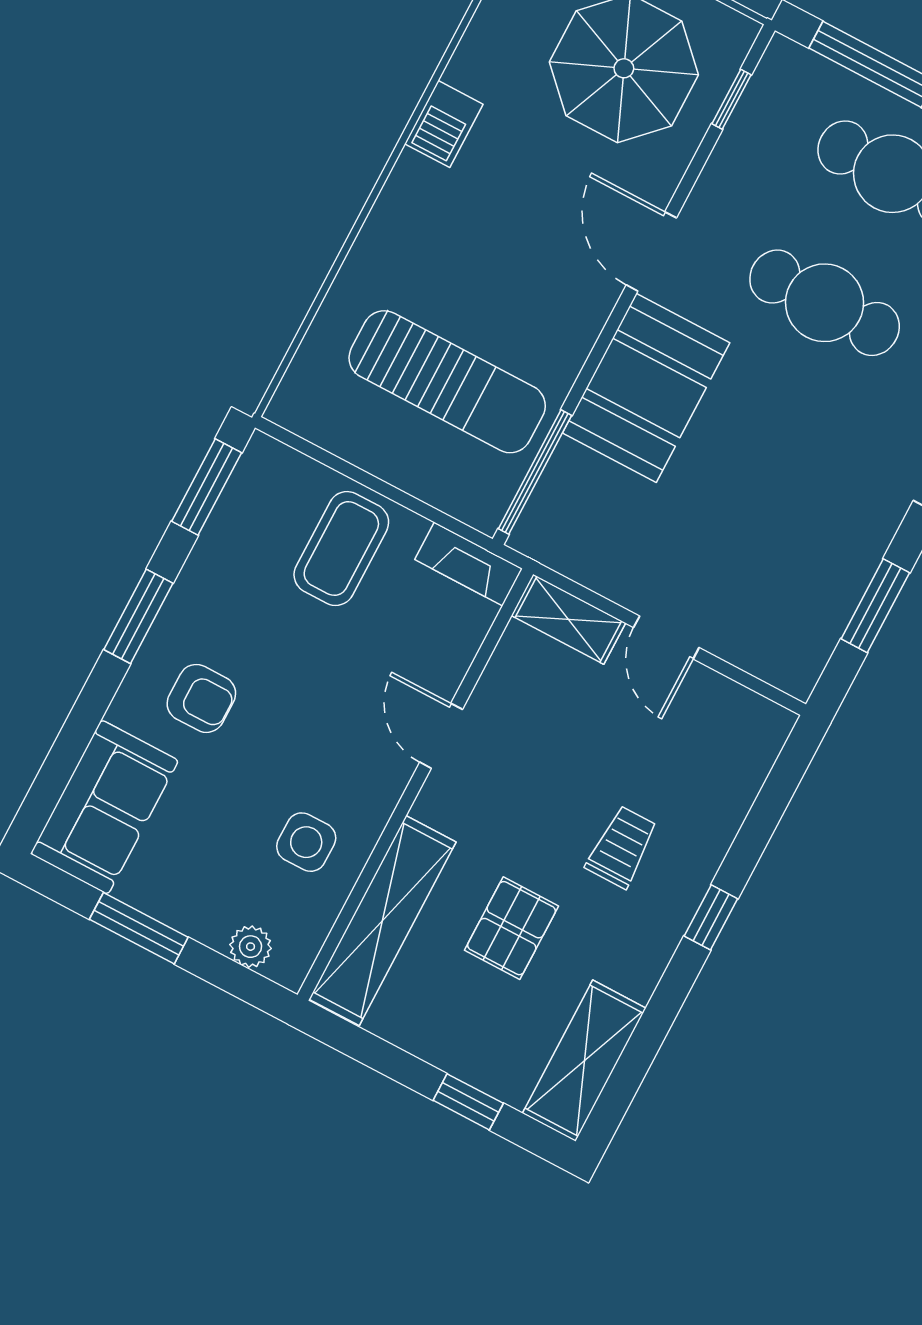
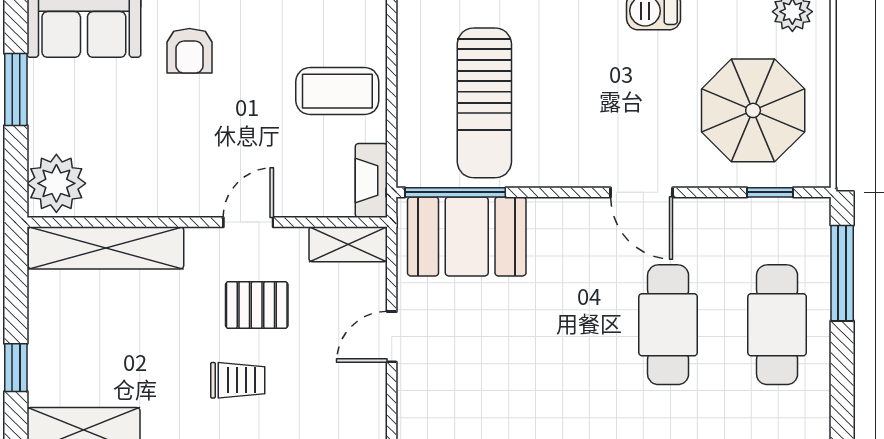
door: (651, 251) -> (642, 192), swing flipped
booth: (646, 388) -> (467, 236), moved
shelving: (568, 619) -> (348, 244), moved, turned 90
side table: (306, 842) -> (131, 170), removed
pallet: (511, 928) -> (257, 305), moved
plant: (251, 947) -> (56, 183), width x1.87, depth x1.87

